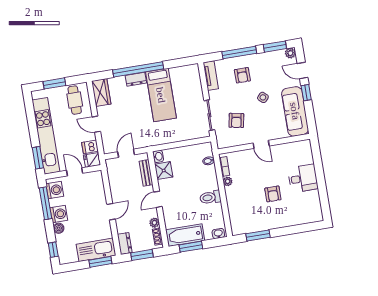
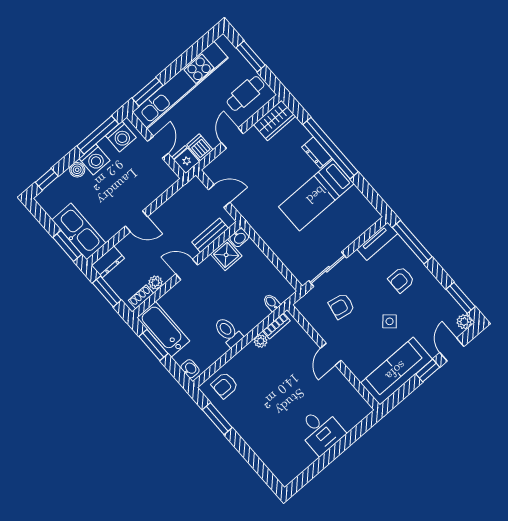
window: (239, 52) -> (412, 242), moved
armchair: (273, 194) -> (225, 385), moved

